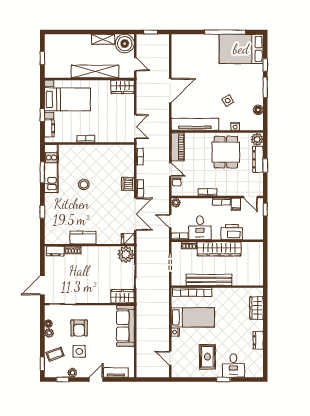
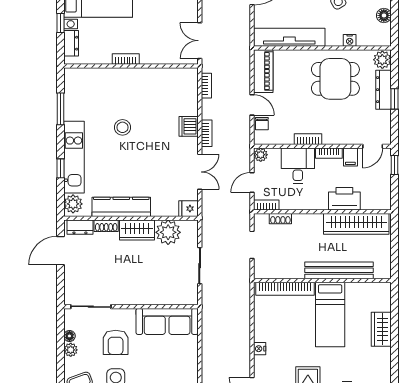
double door: (135, 127) -> (200, 41), swing flipped
dining table: (226, 152) -> (335, 79), turned 90
kitchen unit: (51, 169) -> (74, 157), moved
door: (251, 197) -> (373, 146), hinge flipped
double door: (135, 214) -> (200, 172), width x0.73
door: (170, 221) -> (252, 182), hinge flipped
desk: (200, 228) -> (298, 166), moved, turned 180
plant: (51, 236) -> (73, 204), added
kitchen counter: (83, 238) -> (121, 207), width x1.50
wardrobe: (219, 249) -> (356, 224), moved
plant: (126, 254) -> (168, 232), moved
bench: (209, 280) -> (339, 270), moved
door: (42, 285) -> (60, 251), moved
wardrobe: (123, 296) -> (137, 230), moved, turned 180
wardrobe: (256, 308) -> (381, 329), moved
bed: (193, 317) -> (330, 314), moved, turned 90
sofa: (125, 326) -> (167, 321), moved, turned -90
dresser: (258, 340) -> (384, 361), removed

